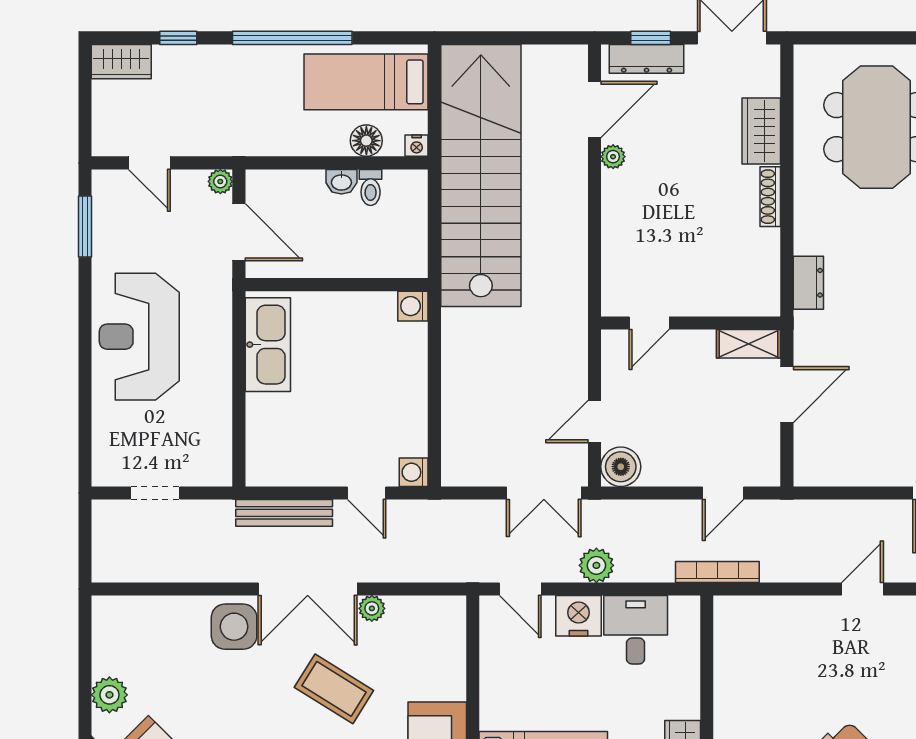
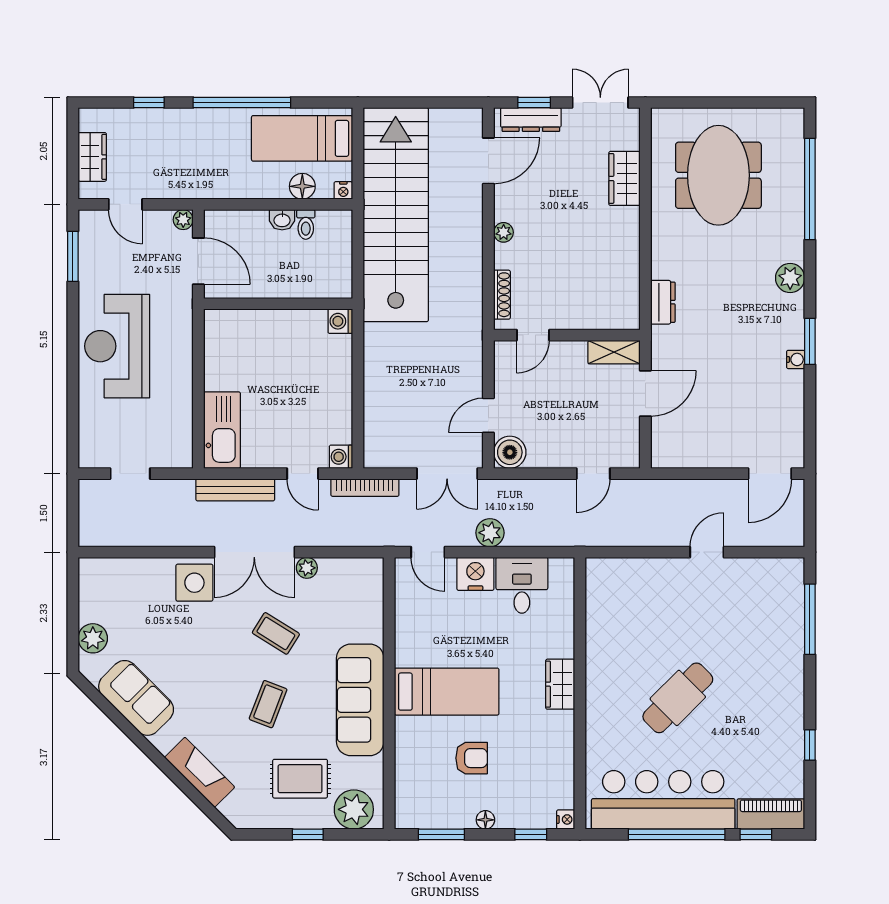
wardrobe: (121, 62) -> (92, 157), moved, turned -90
plant: (613, 157) -> (504, 232), moved
shoe rack: (770, 197) -> (502, 295), moved, turned 180
kitchen sink: (268, 345) -> (222, 430), moved
bookcase: (717, 572) -> (365, 488), moved, turned 180
coffee table: (334, 689) -> (276, 633), width x0.73, depth x0.77

